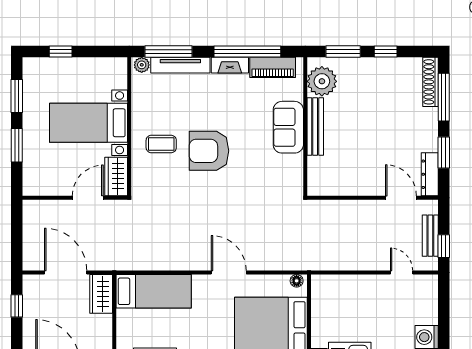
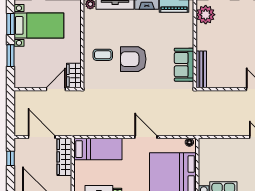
bed with nightstands: (88, 123) -> (39, 25), moved, turned 180
bench: (315, 126) -> (201, 69), moved
sofa: (288, 127) -> (184, 65), moved
wardrobe: (101, 294) -> (64, 157), width x1.50

